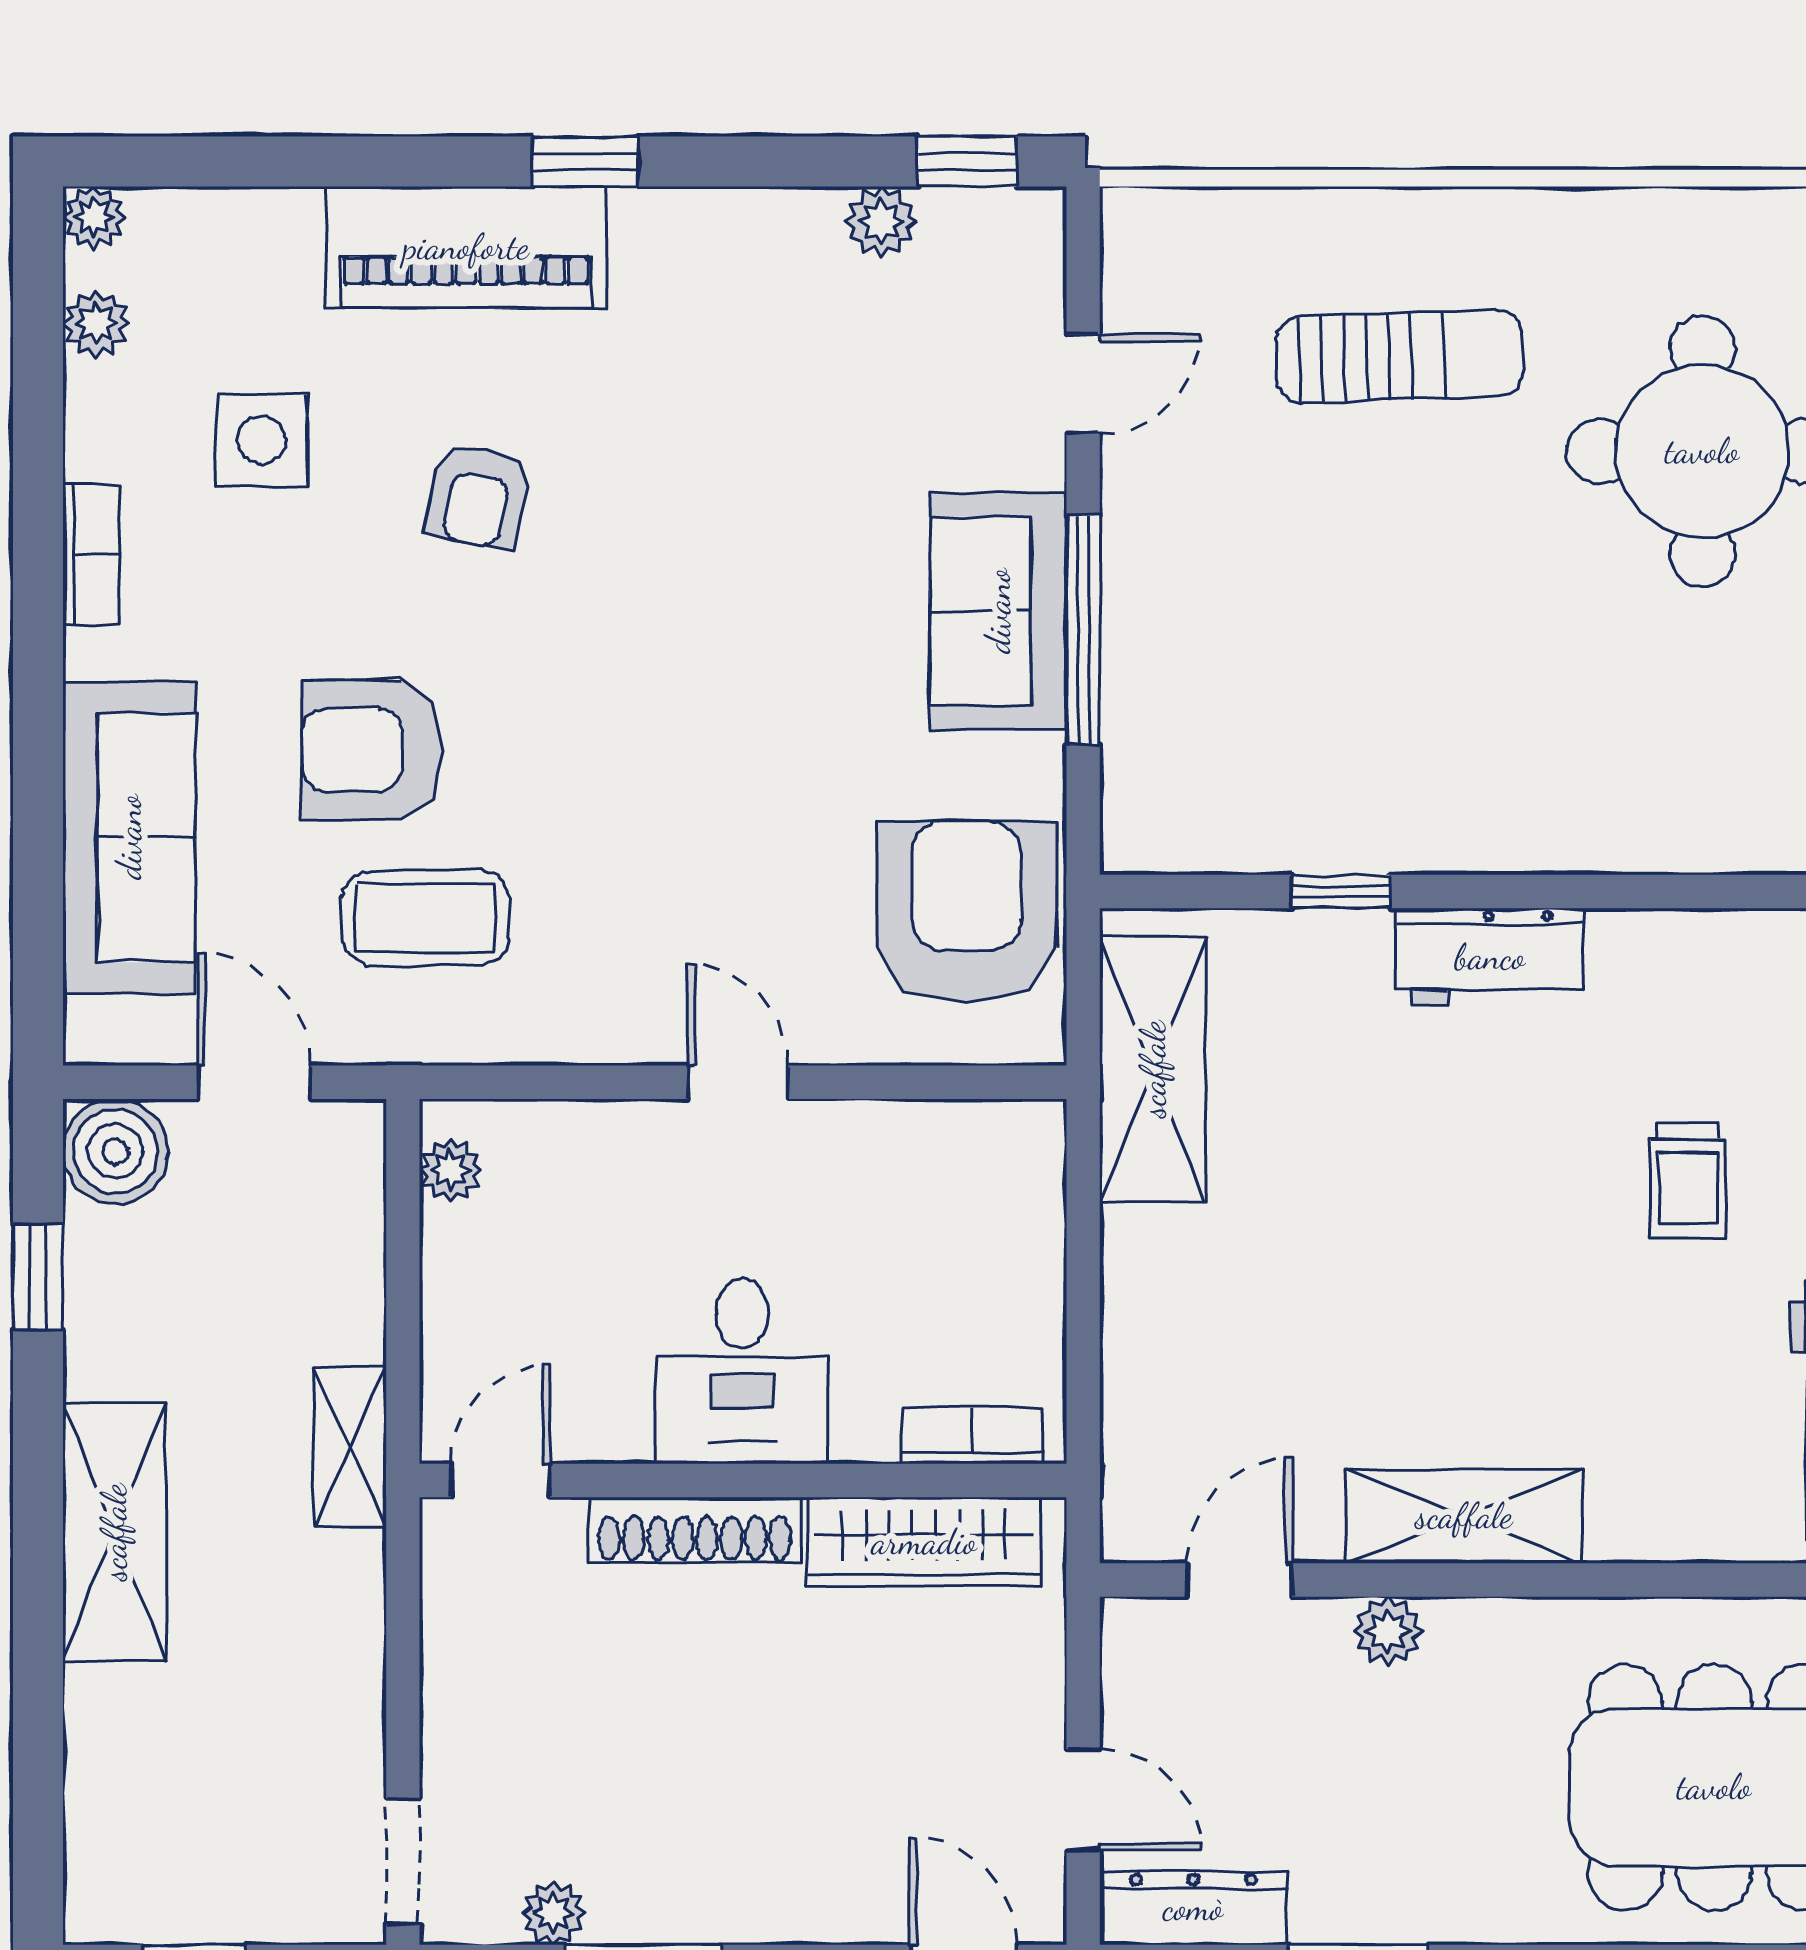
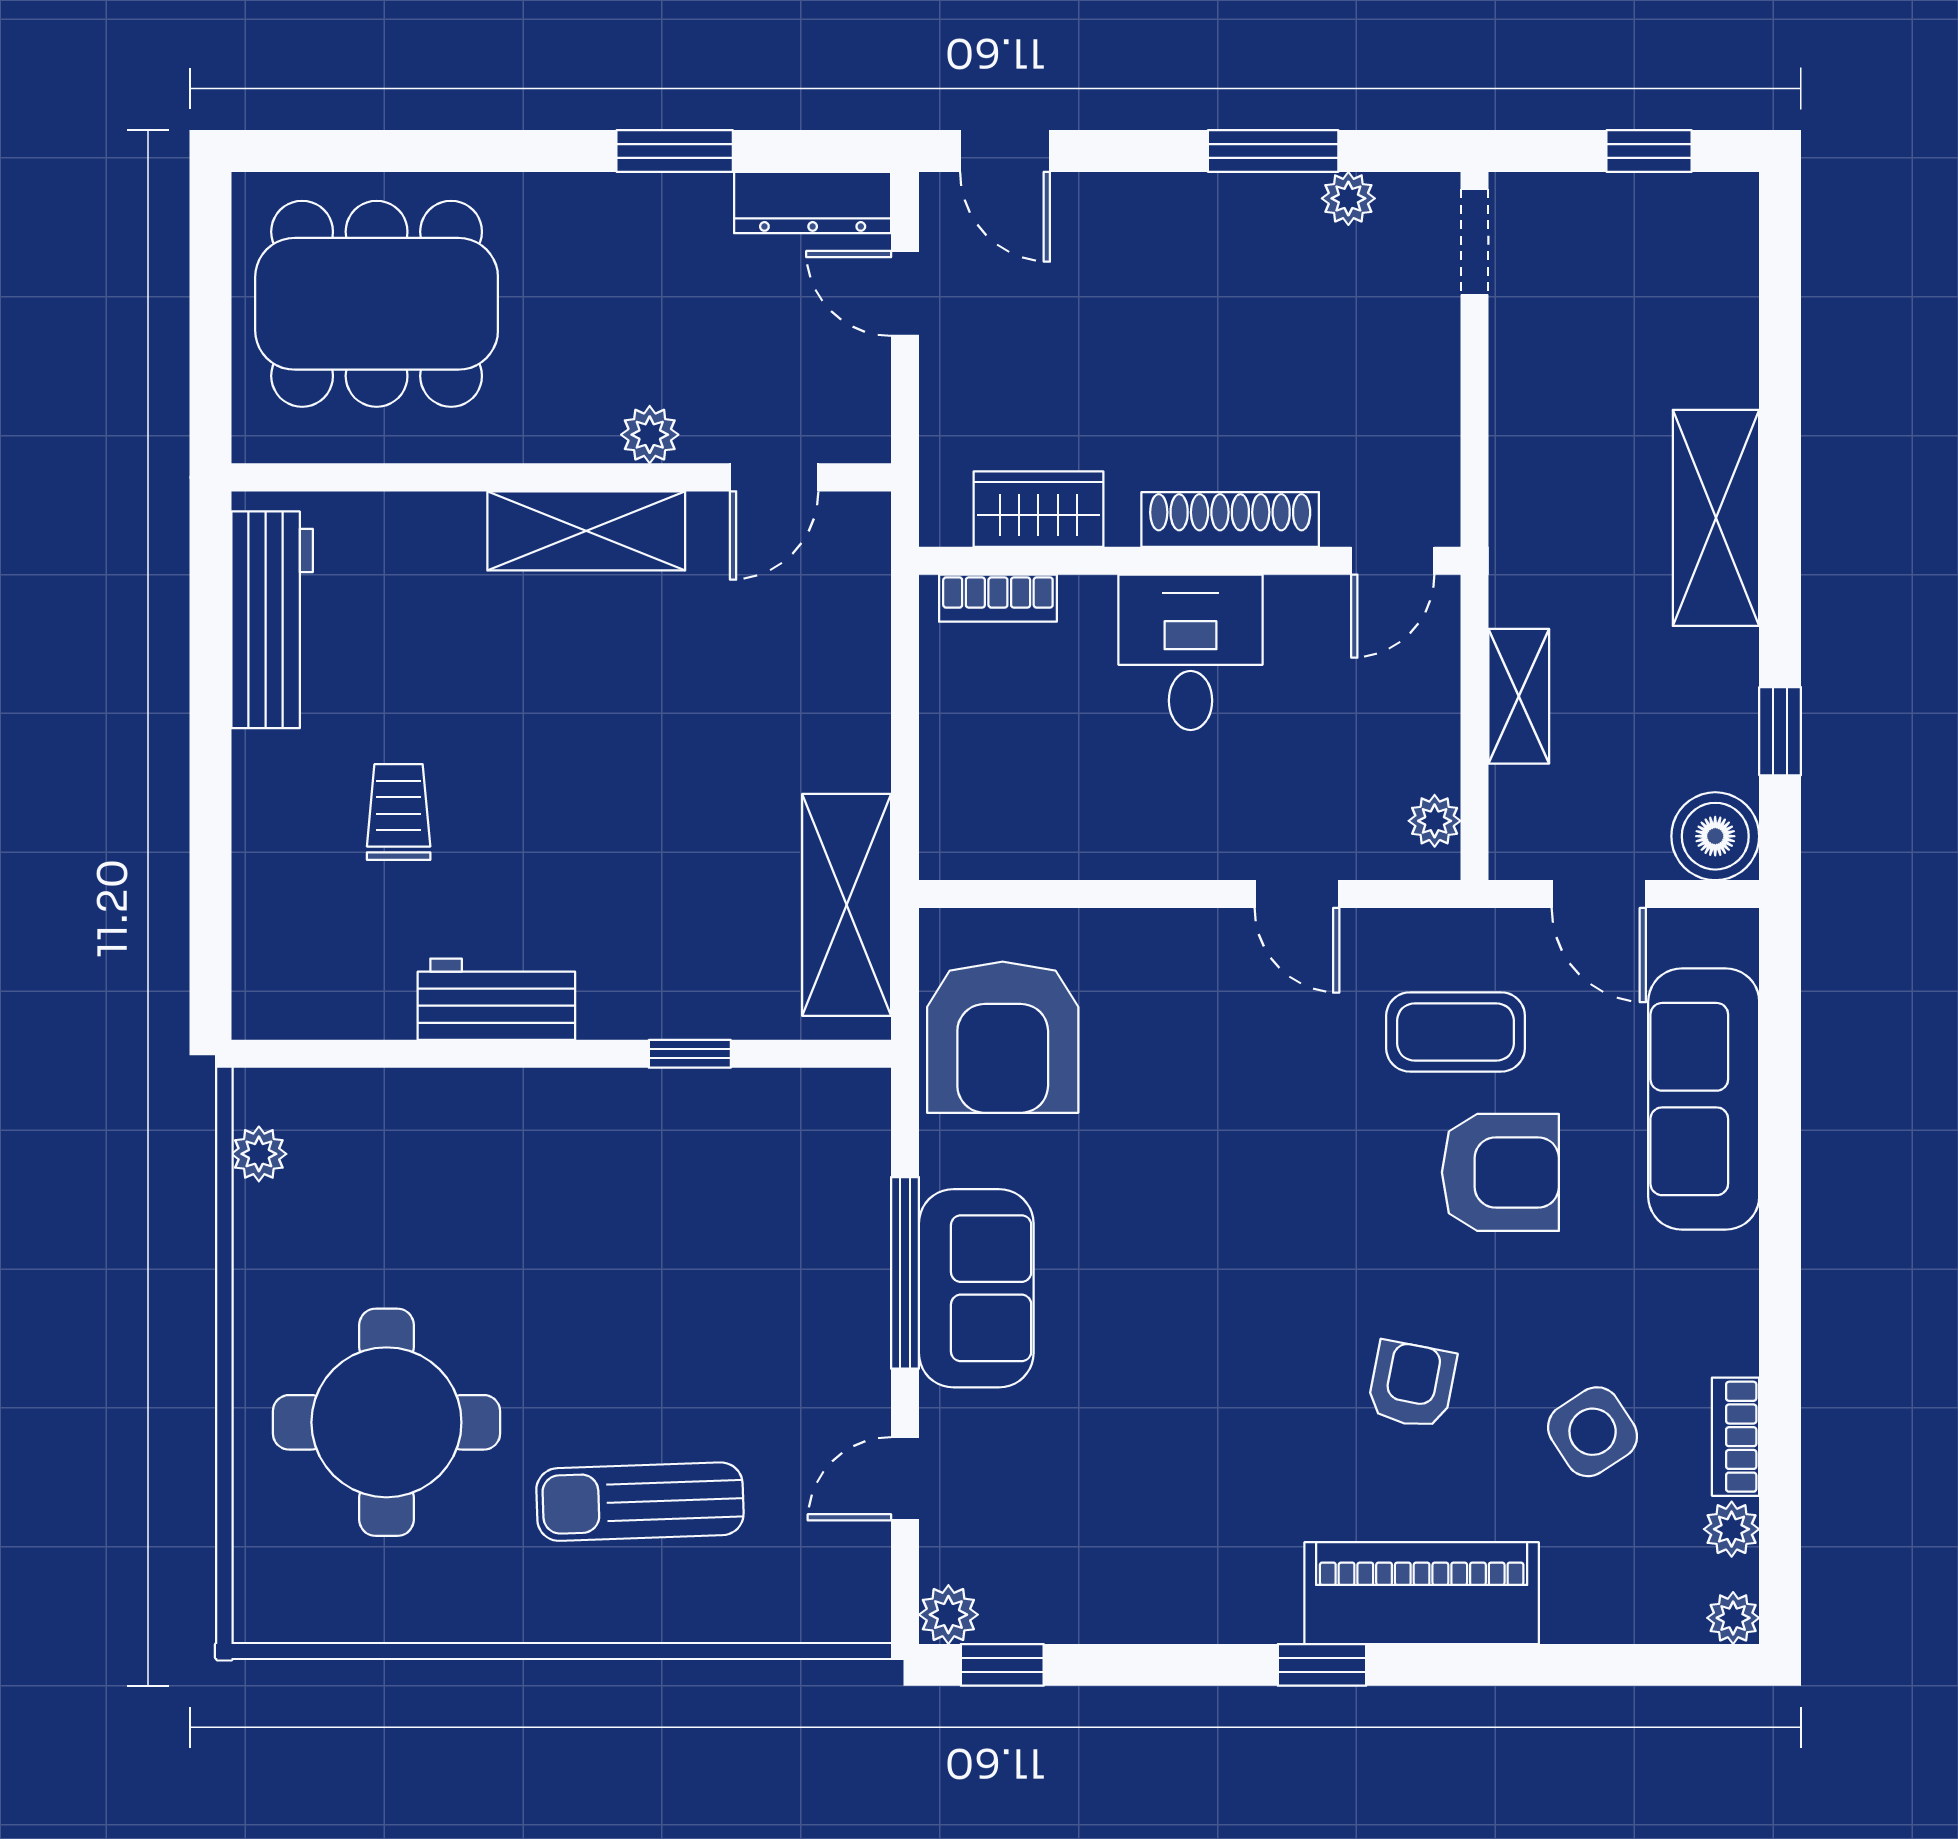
plant: (881, 222) -> (948, 1615), moved
side table: (262, 440) -> (1593, 1432), turned -33
bookcase: (91, 554) -> (1736, 1437), moved
workbench: (1490, 957) -> (496, 999), moved
door: (738, 1082) -> (1297, 894), moved
shelving: (350, 1446) -> (1519, 696), moved
wardrobe: (924, 1542) -> (1038, 509), width x0.67

